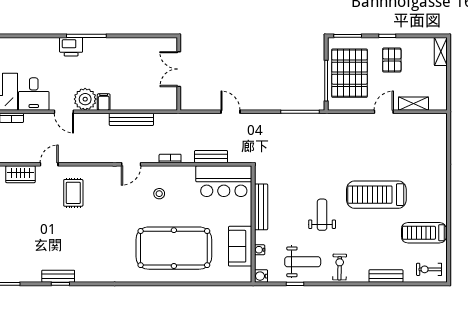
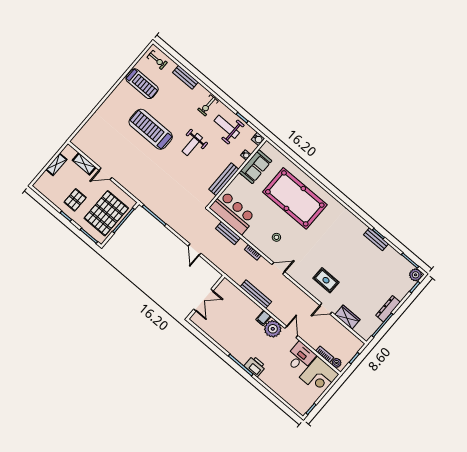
shelving: (441, 52) -> (56, 164), moved
rug: (73, 193) -> (326, 280), turned 90
treadmill: (376, 195) -> (151, 129), turned 180

